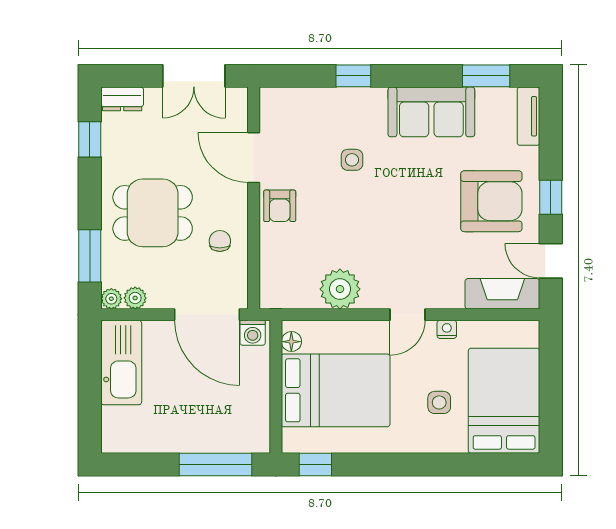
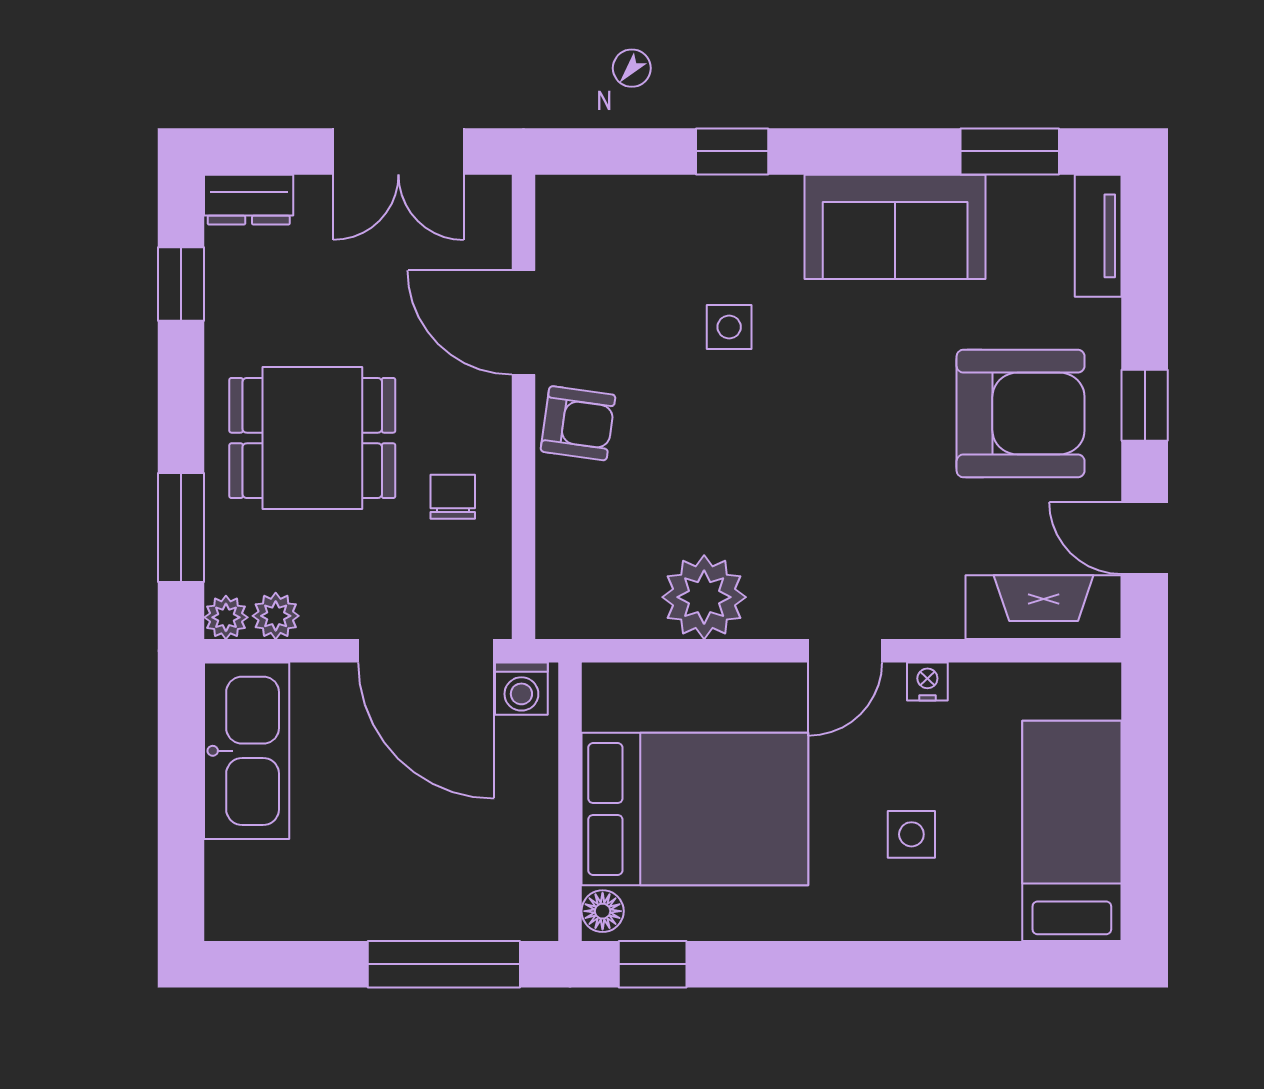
armchair: (280, 206) -> (578, 423), turned -82
floor lamp: (291, 342) -> (603, 911), moved
bed: (504, 401) -> (1072, 831), width x0.67

